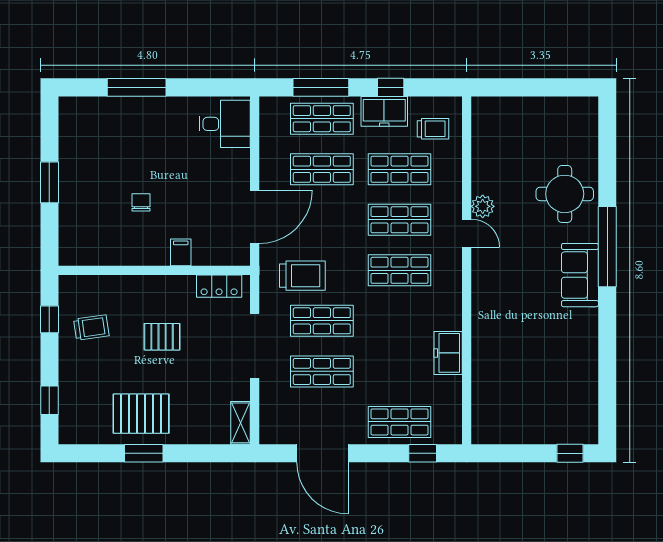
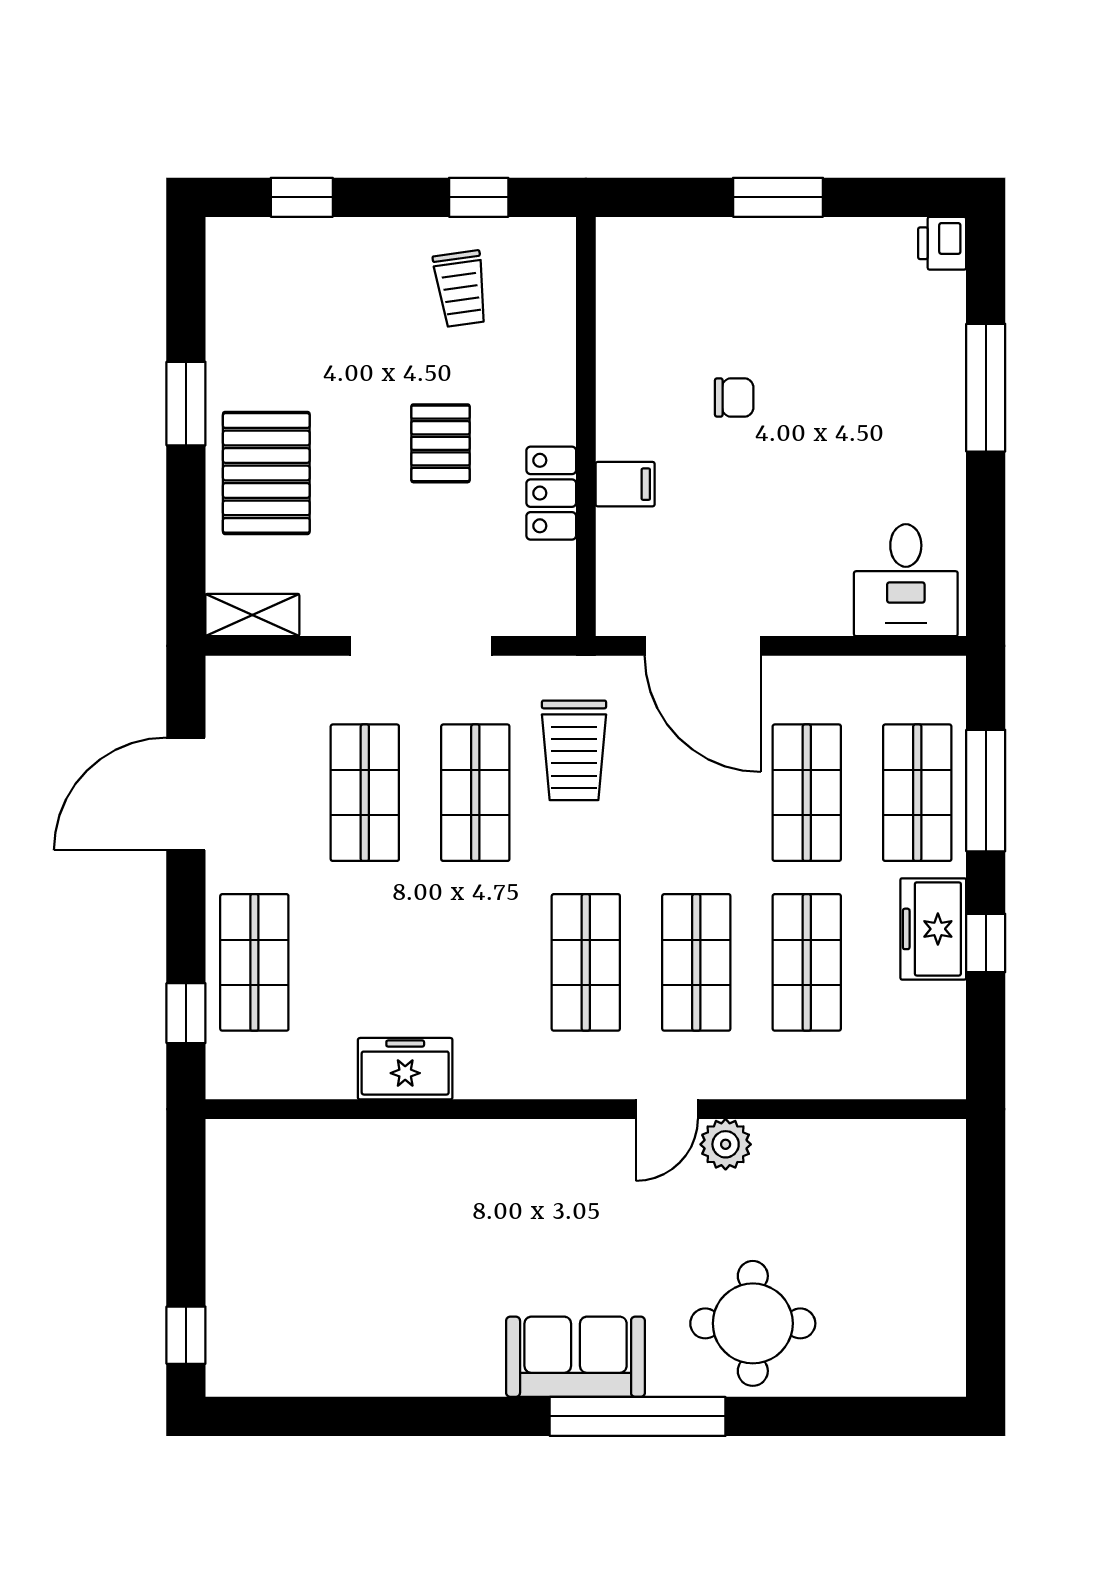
printer: (70, 107) -> (942, 243), added
trolley: (433, 129) -> (895, 1036), removed
locker: (219, 286) -> (551, 493), moved
pallet: (141, 414) -> (266, 473), moved

